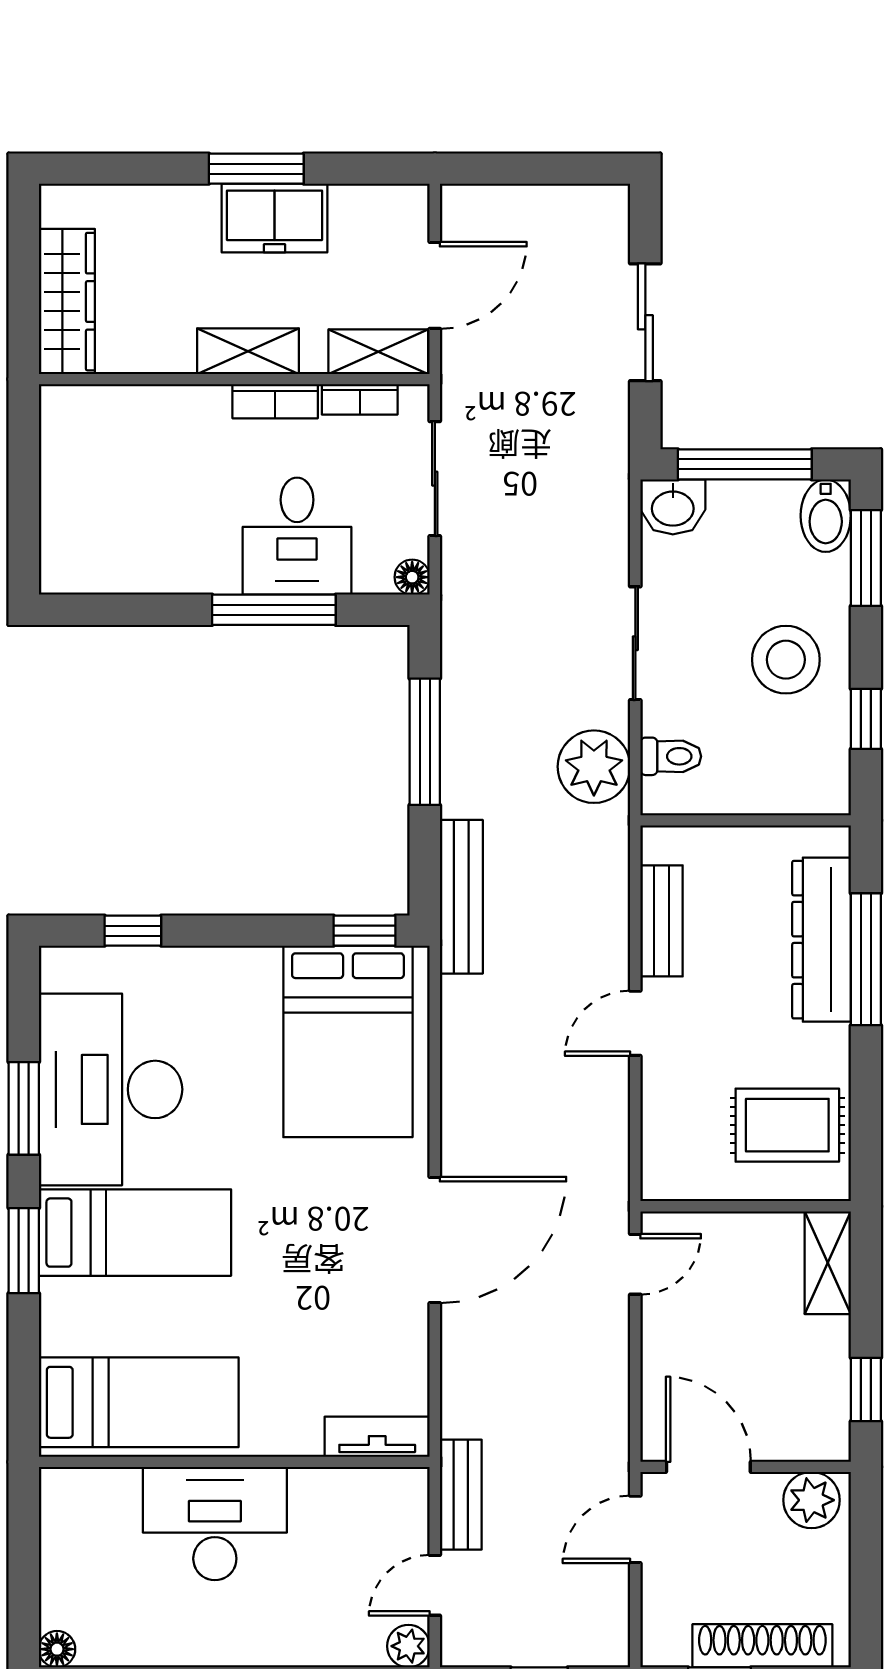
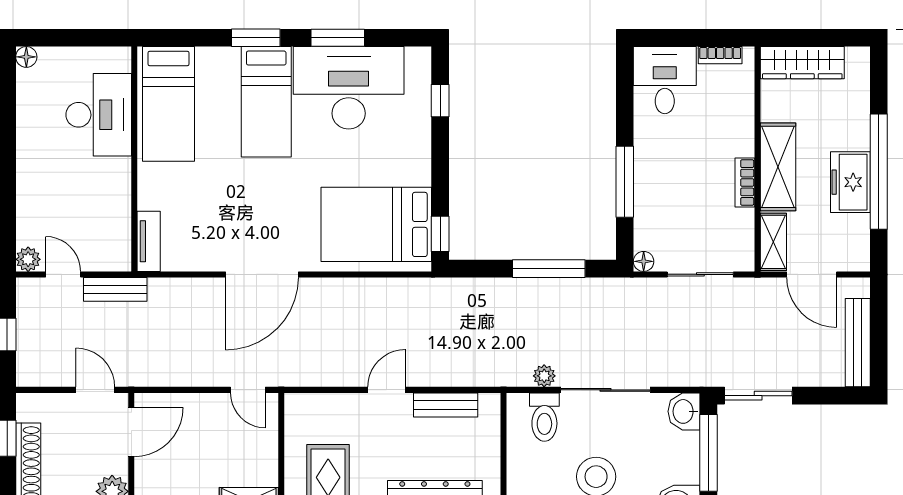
window: (256, 169) -> (879, 172), width x2.11
sliding door: (645, 322) -> (758, 396), moved
shelving: (248, 351) -> (778, 167), width x1.50, depth x1.33
bookcase: (360, 399) -> (720, 55), moved, turned -90
desk: (297, 536) -> (665, 80), moved, turned 90
sliding door: (635, 643) -> (606, 390), width x1.37
toilet: (671, 756) -> (544, 417), width x1.37, depth x1.39
plant: (594, 767) -> (544, 376), width x0.53, depth x0.53
bench: (461, 897) -> (858, 343), moved, turned 90
door: (635, 1023) -> (387, 390), hinge flipped
door: (435, 1240) -> (262, 274), hinge flipped
desk: (215, 1524) -> (99, 115), moved

